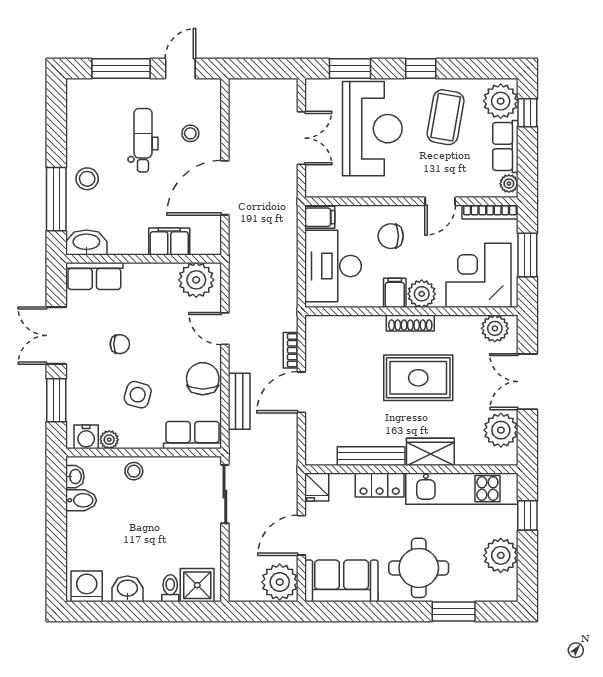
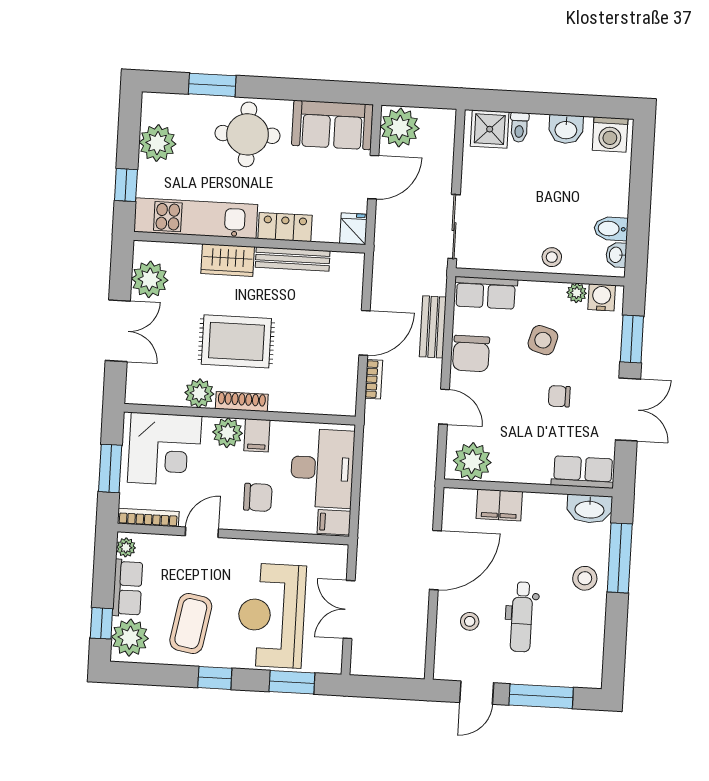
plant: (495, 328) -> (199, 393), moved

